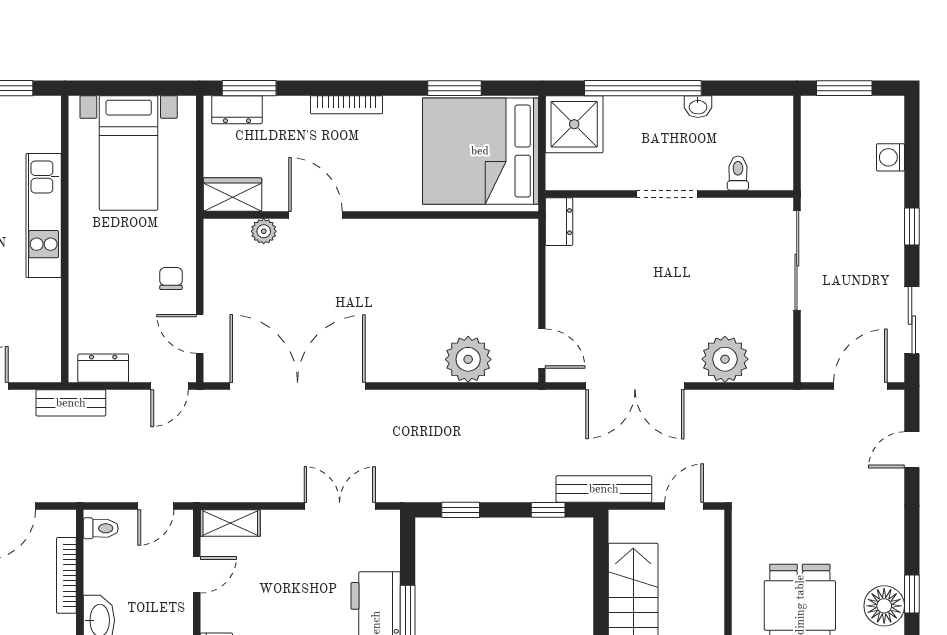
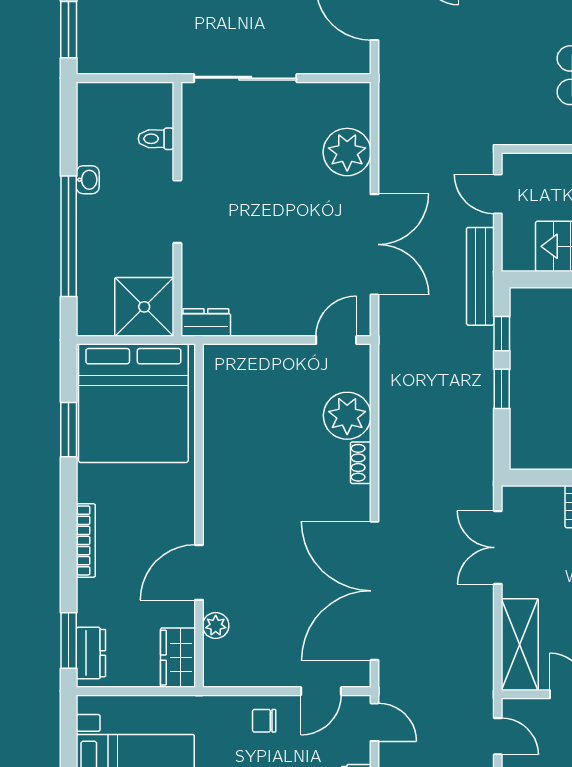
shower: (574, 124) -> (144, 307), moved
shoe rack: (422, 373) -> (361, 463), added
window: (461, 510) -> (502, 389), moved
shelving: (230, 523) -> (520, 645), width x1.50, depth x1.33

